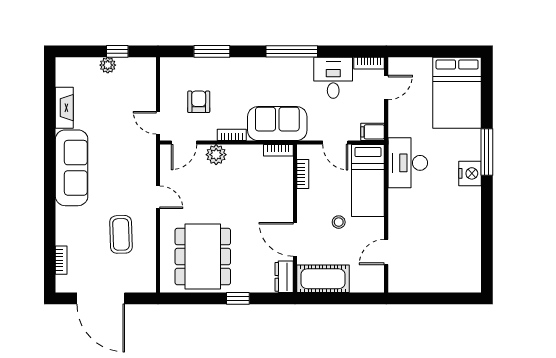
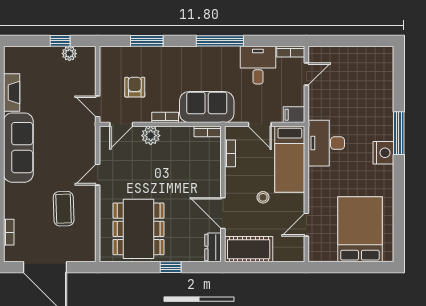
plant: (108, 65) -> (69, 54), moved
bed: (457, 93) -> (360, 229), moved, turned 180
door: (158, 197) -> (98, 175), swing flipped

